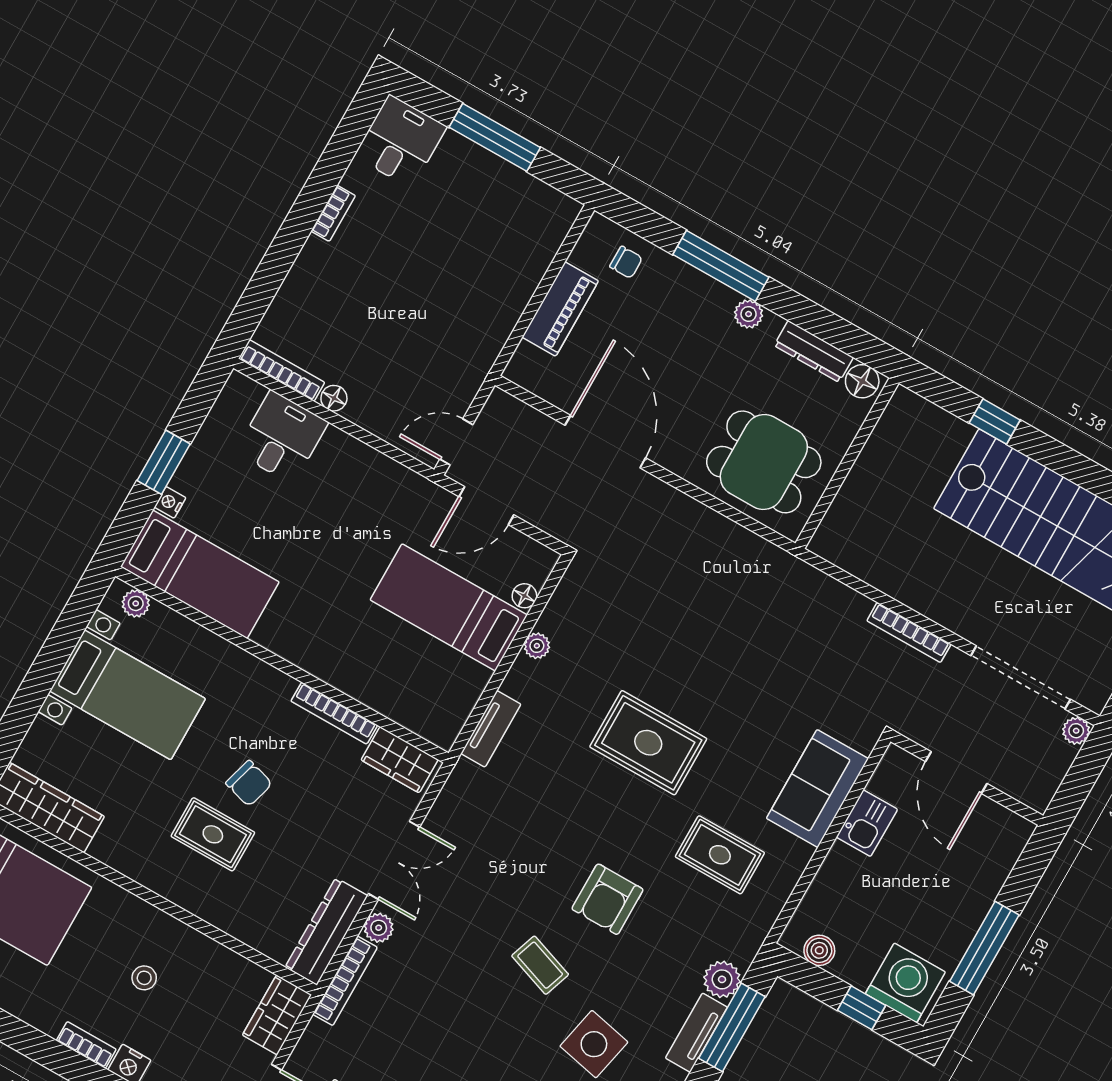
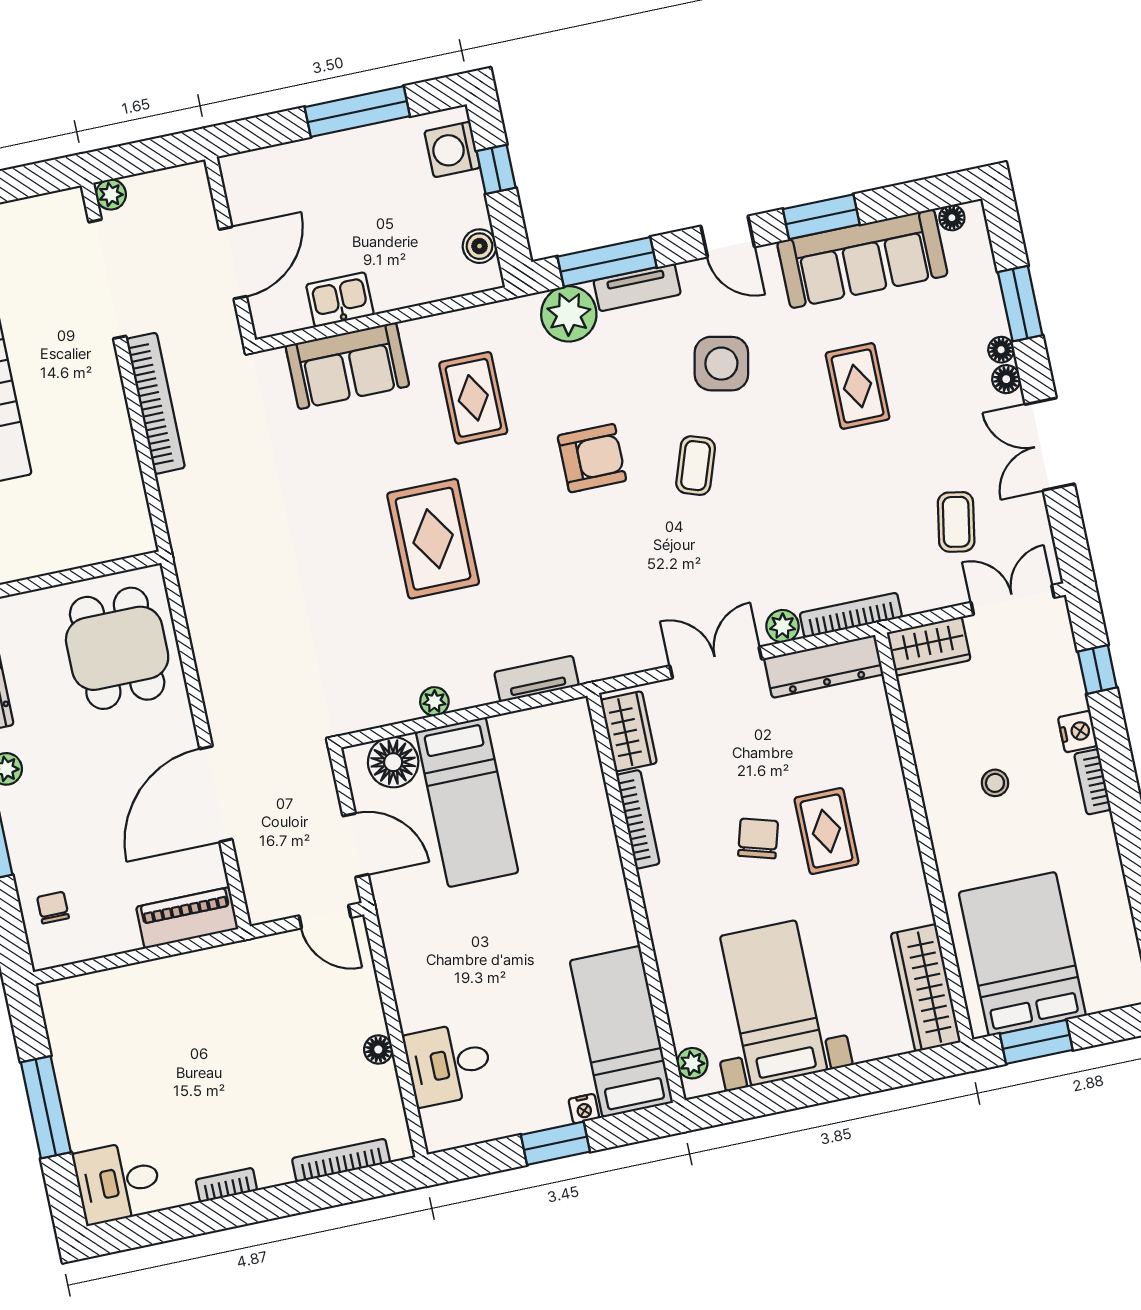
piano: (560, 309) -> (187, 918), moved
bookcase: (282, 370) -> (341, 1160), moved, turned 90
floor lamp: (524, 596) -> (393, 762), width x1.89, depth x1.89
bookcase: (909, 632) -> (156, 403), width x1.48, depth x1.31
plant: (722, 979) -> (569, 314), width x1.36, depth x1.36
washing machine: (905, 983) -> (452, 150), width x0.73, depth x0.73

